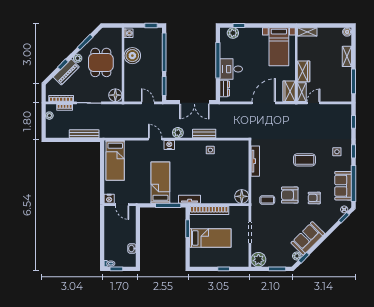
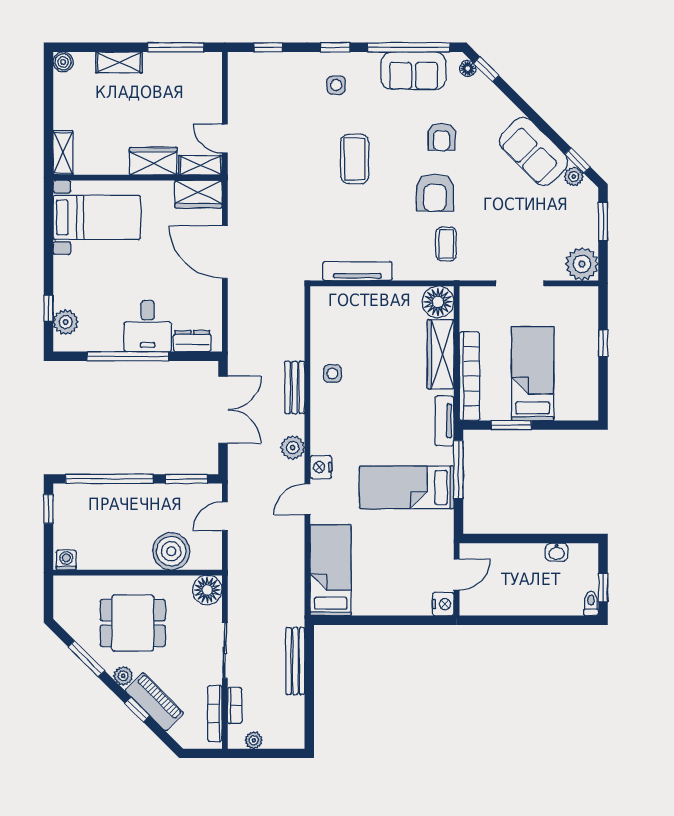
boiler: (132, 56) -> (171, 551), moved
bed: (115, 160) -> (331, 570), moved, turned -90
wardrobe: (219, 198) -> (440, 354), added

